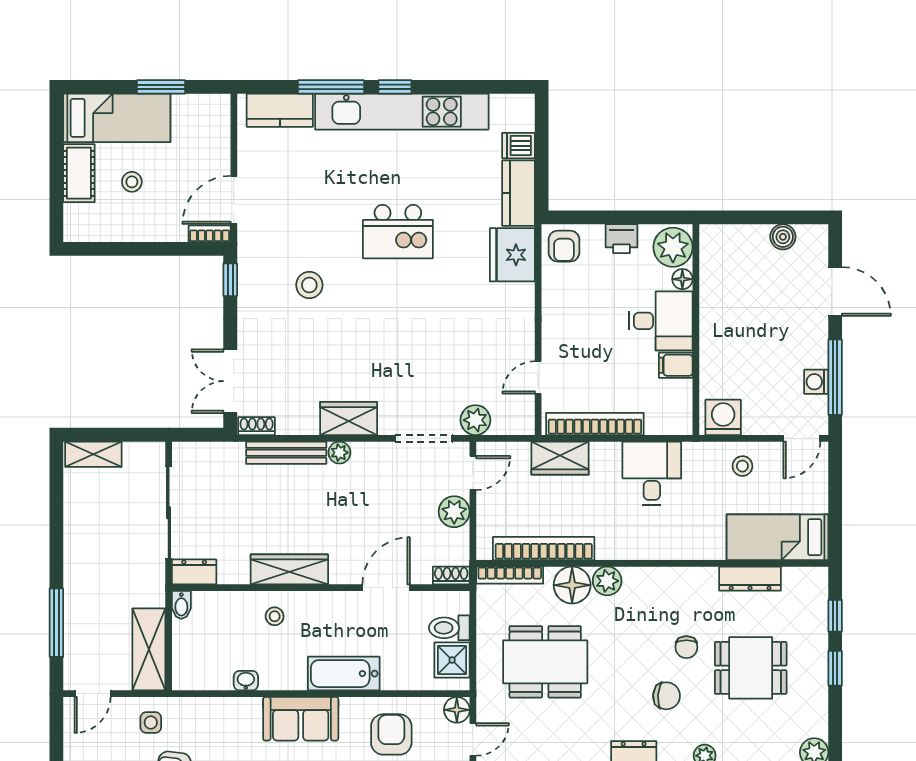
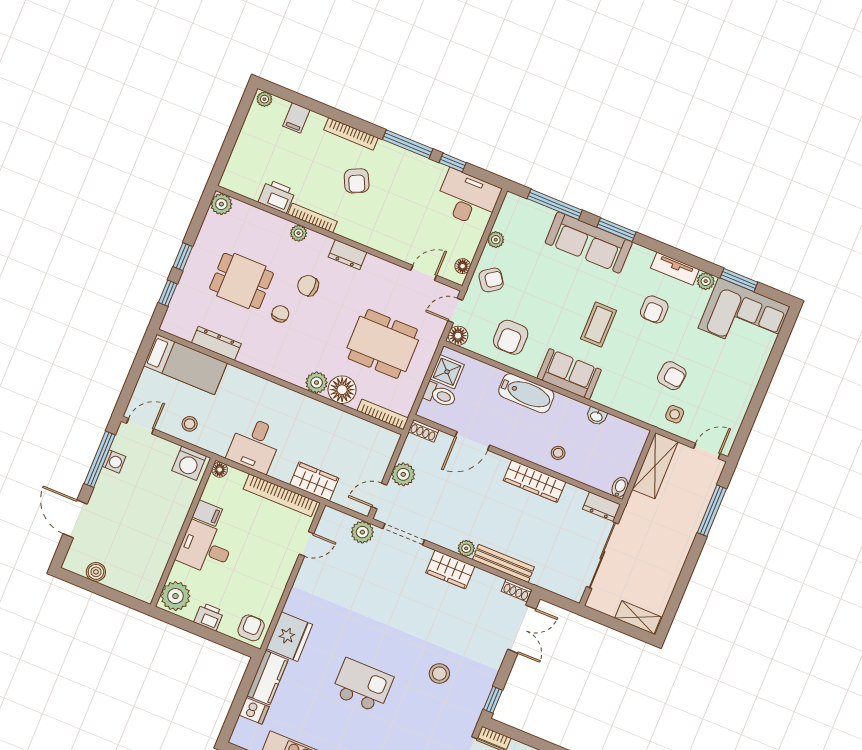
floor lamp: (682, 279) -> (220, 470), moved
bookcase: (544, 548) -> (351, 423), removed

